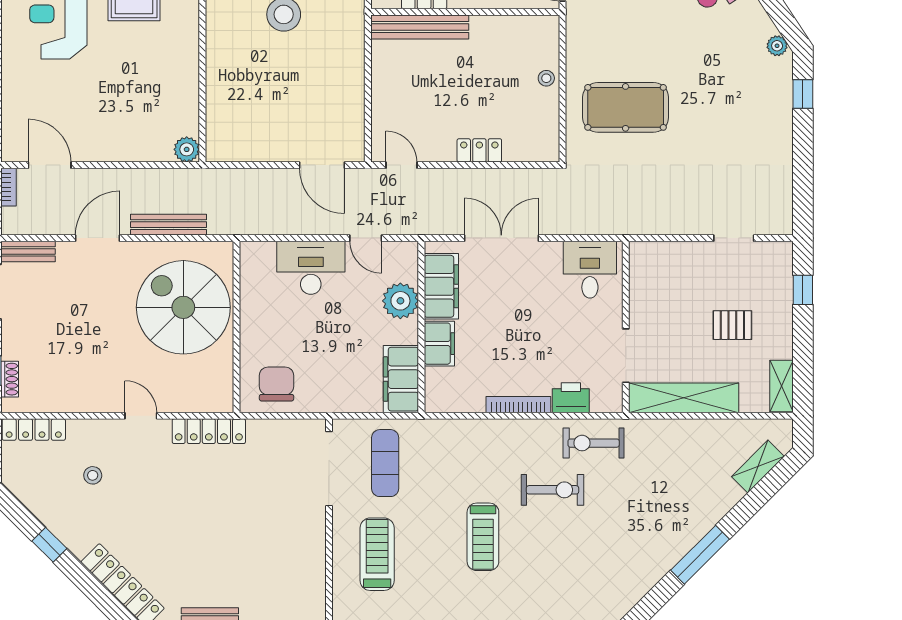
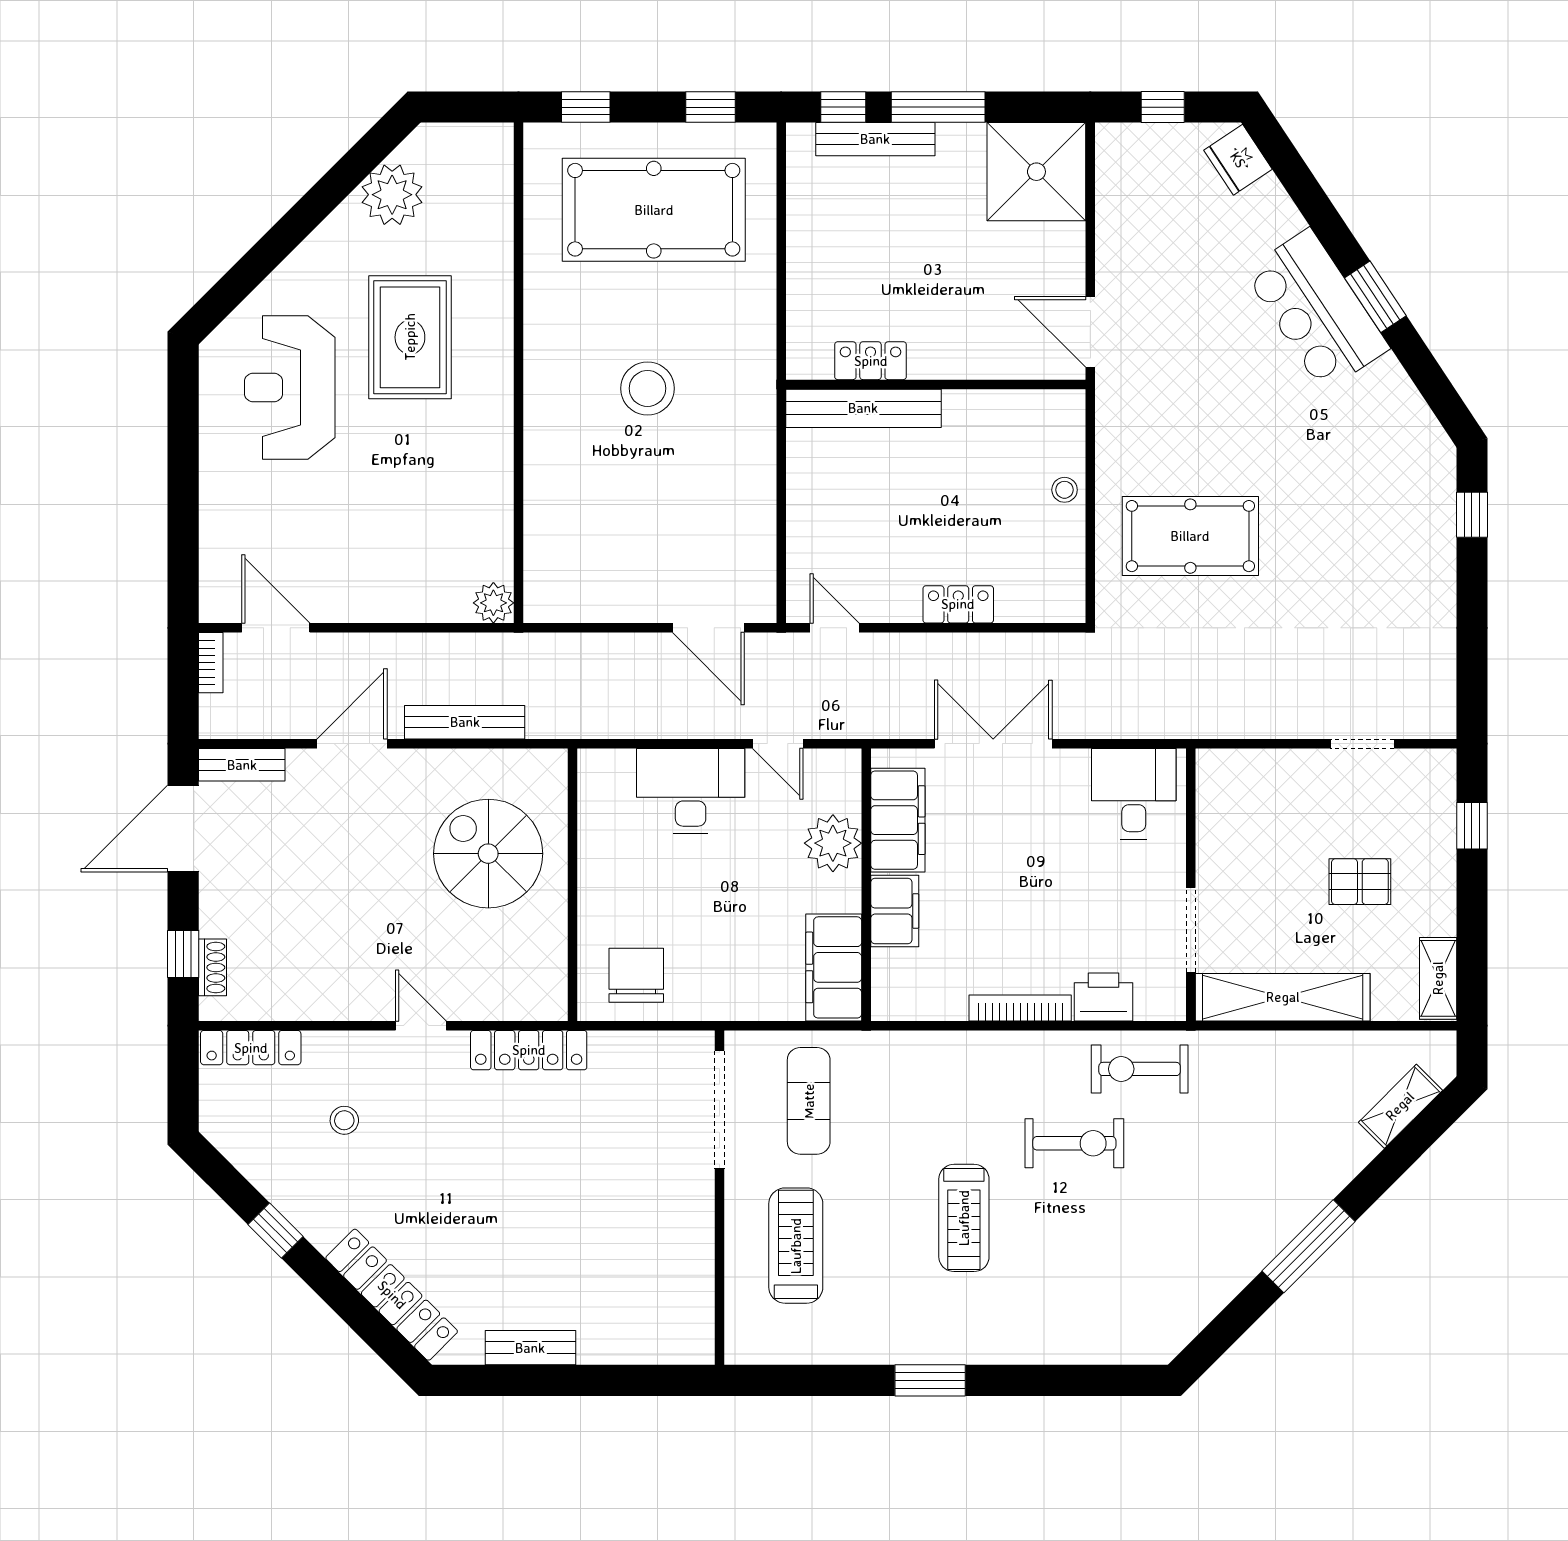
plant: (777, 46) -> (1431, 438), removed
spiral stairs: (183, 307) -> (488, 854), width x0.73, depth x0.73

